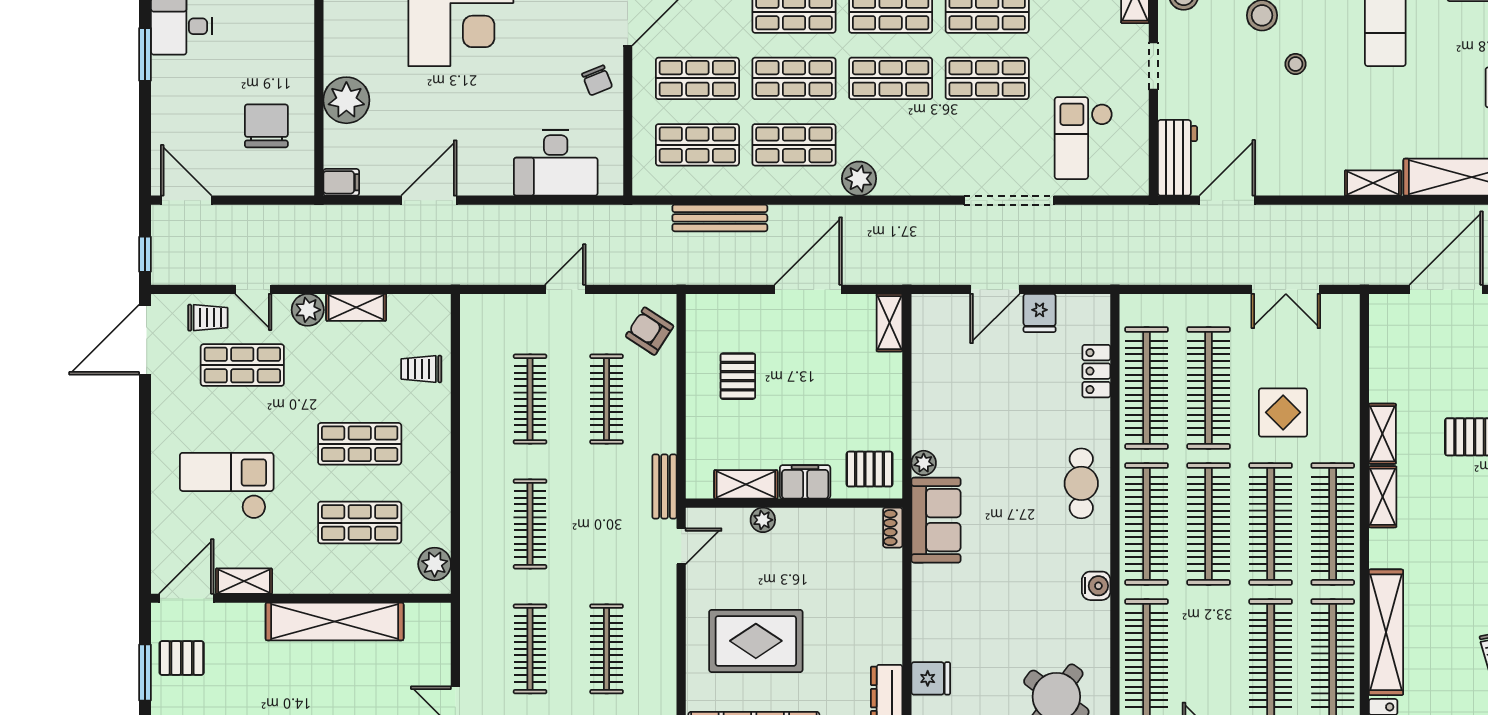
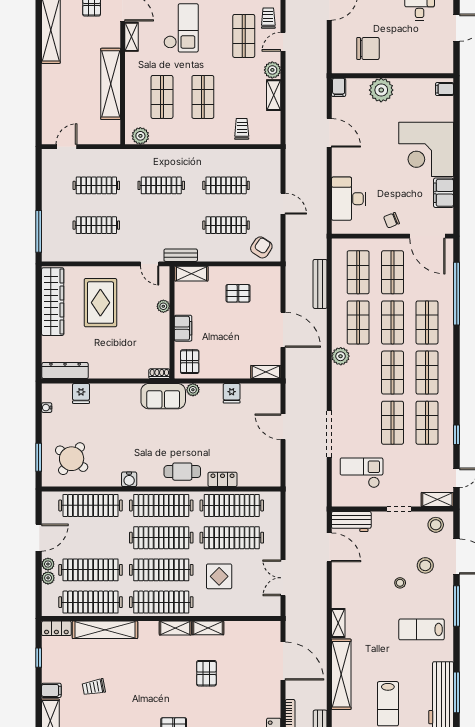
fridge: (1040, 313) -> (232, 393), moved, turned -90
trolley: (208, 318) -> (268, 18), turned 180
locker: (1096, 371) -> (223, 479), moved
shelving: (746, 484) -> (191, 274), moved, turned 90

